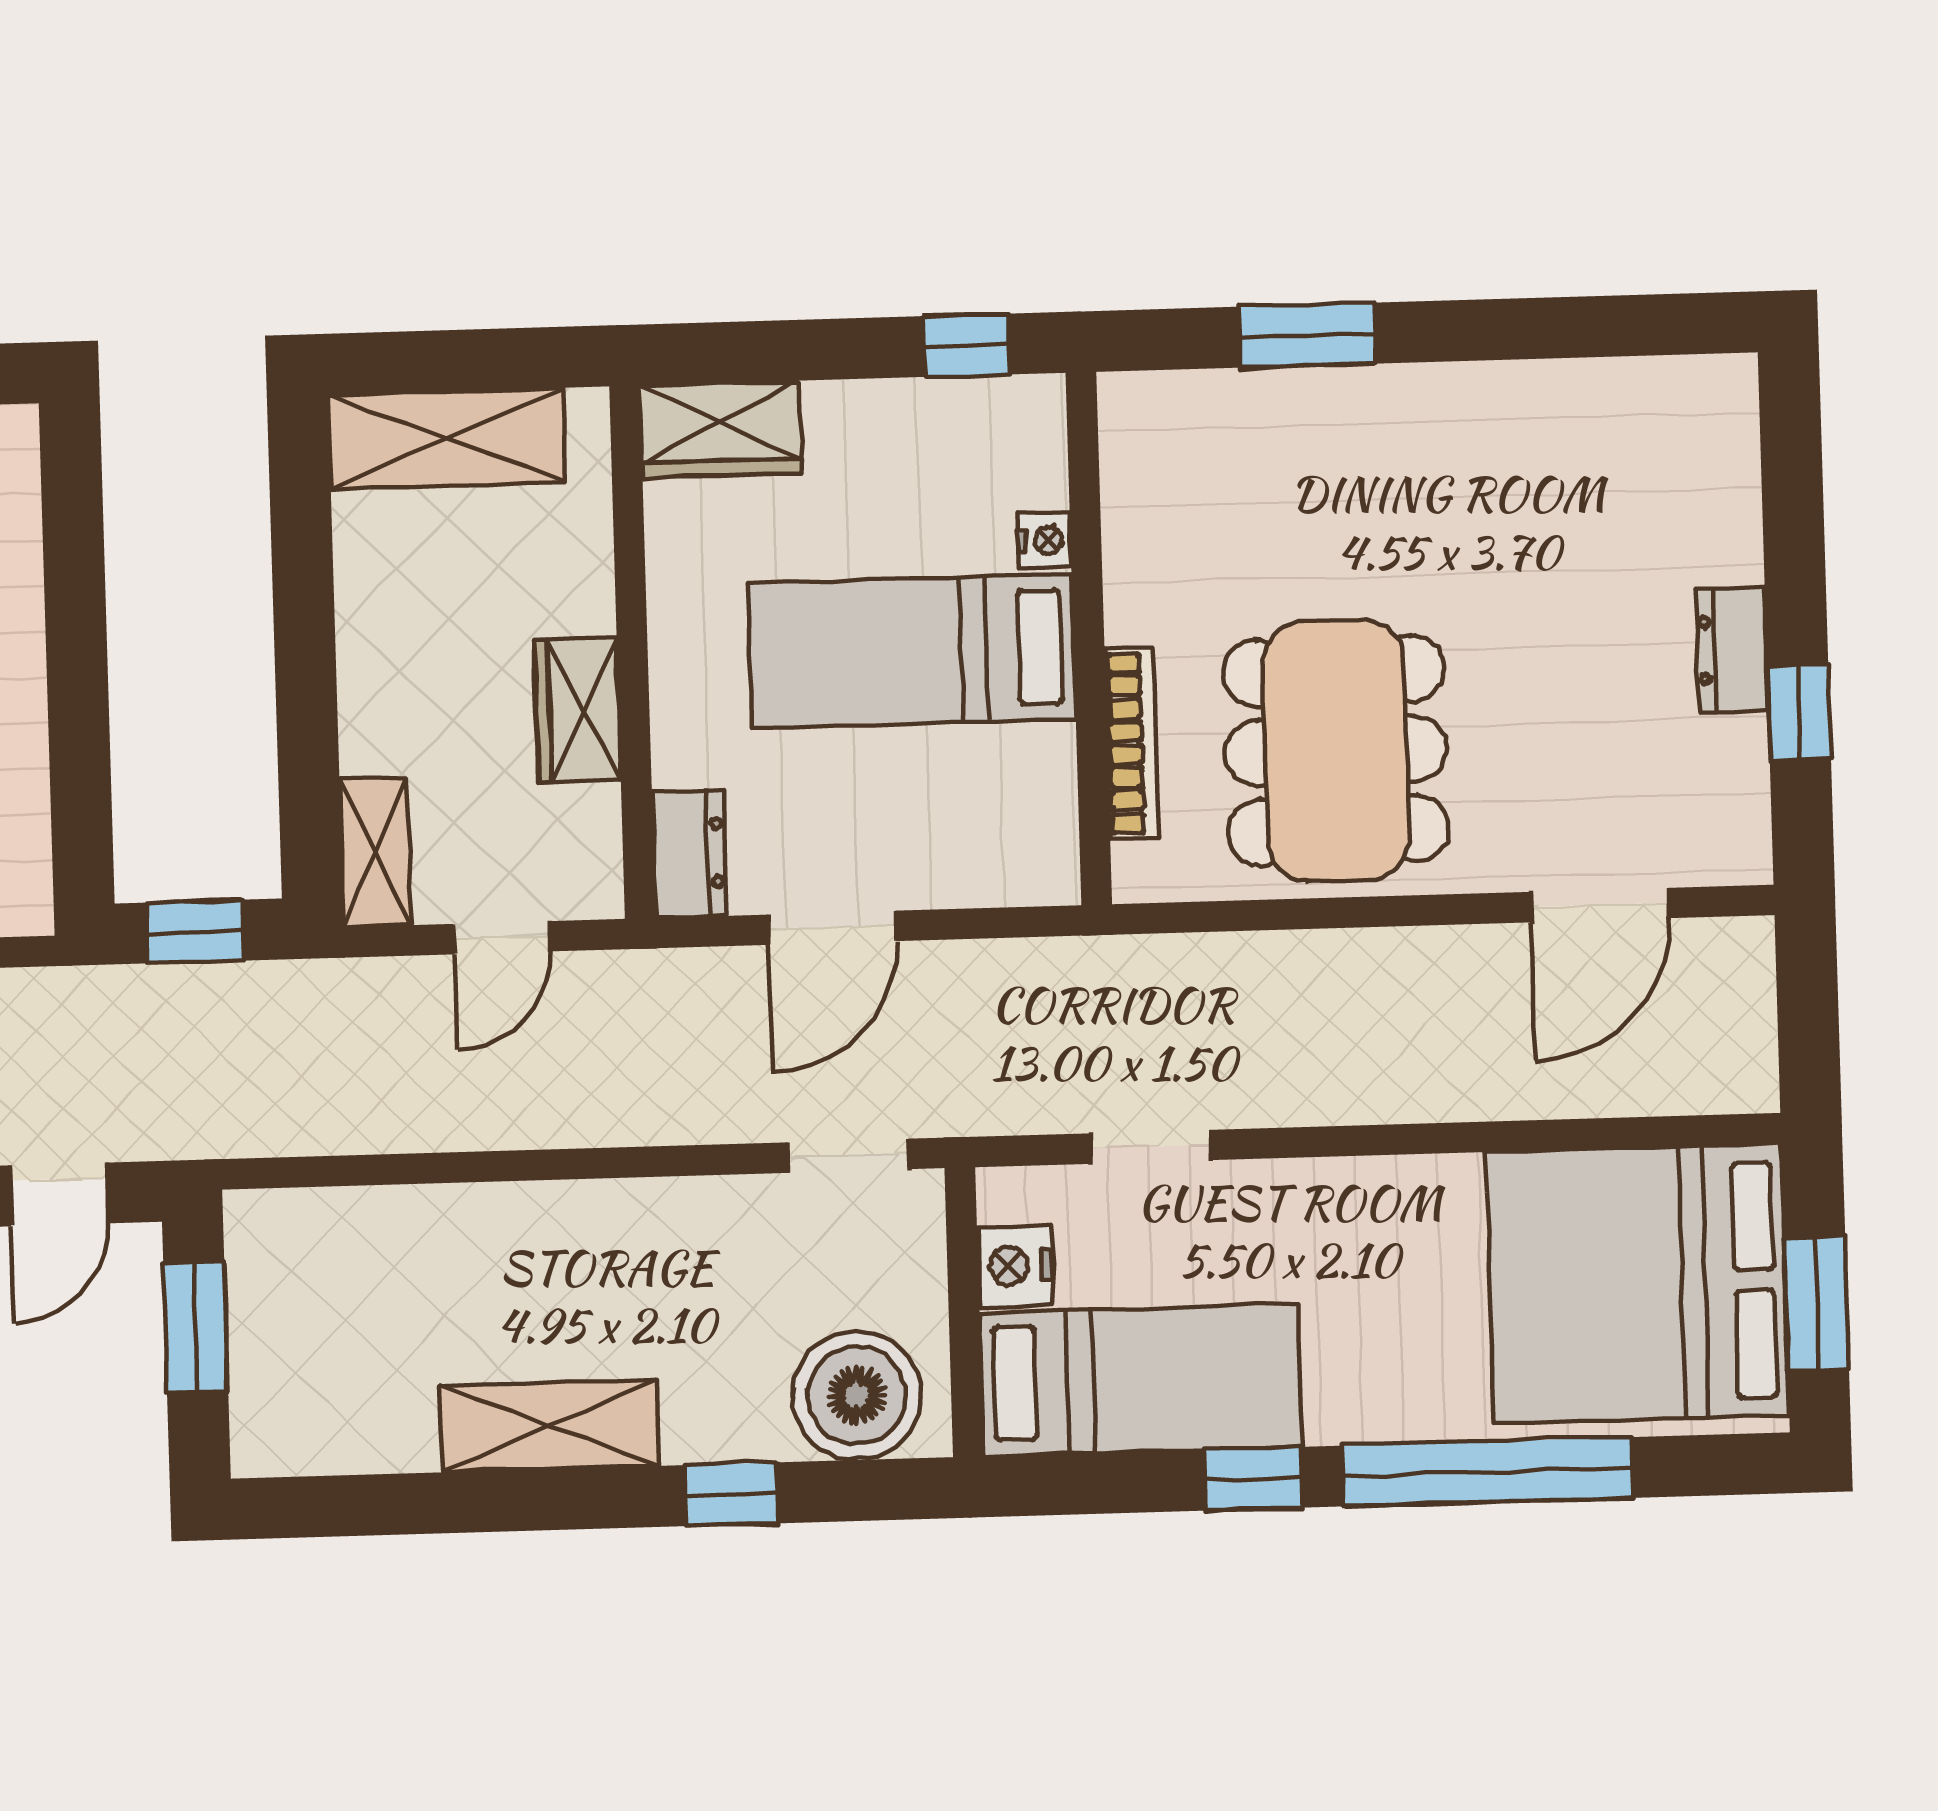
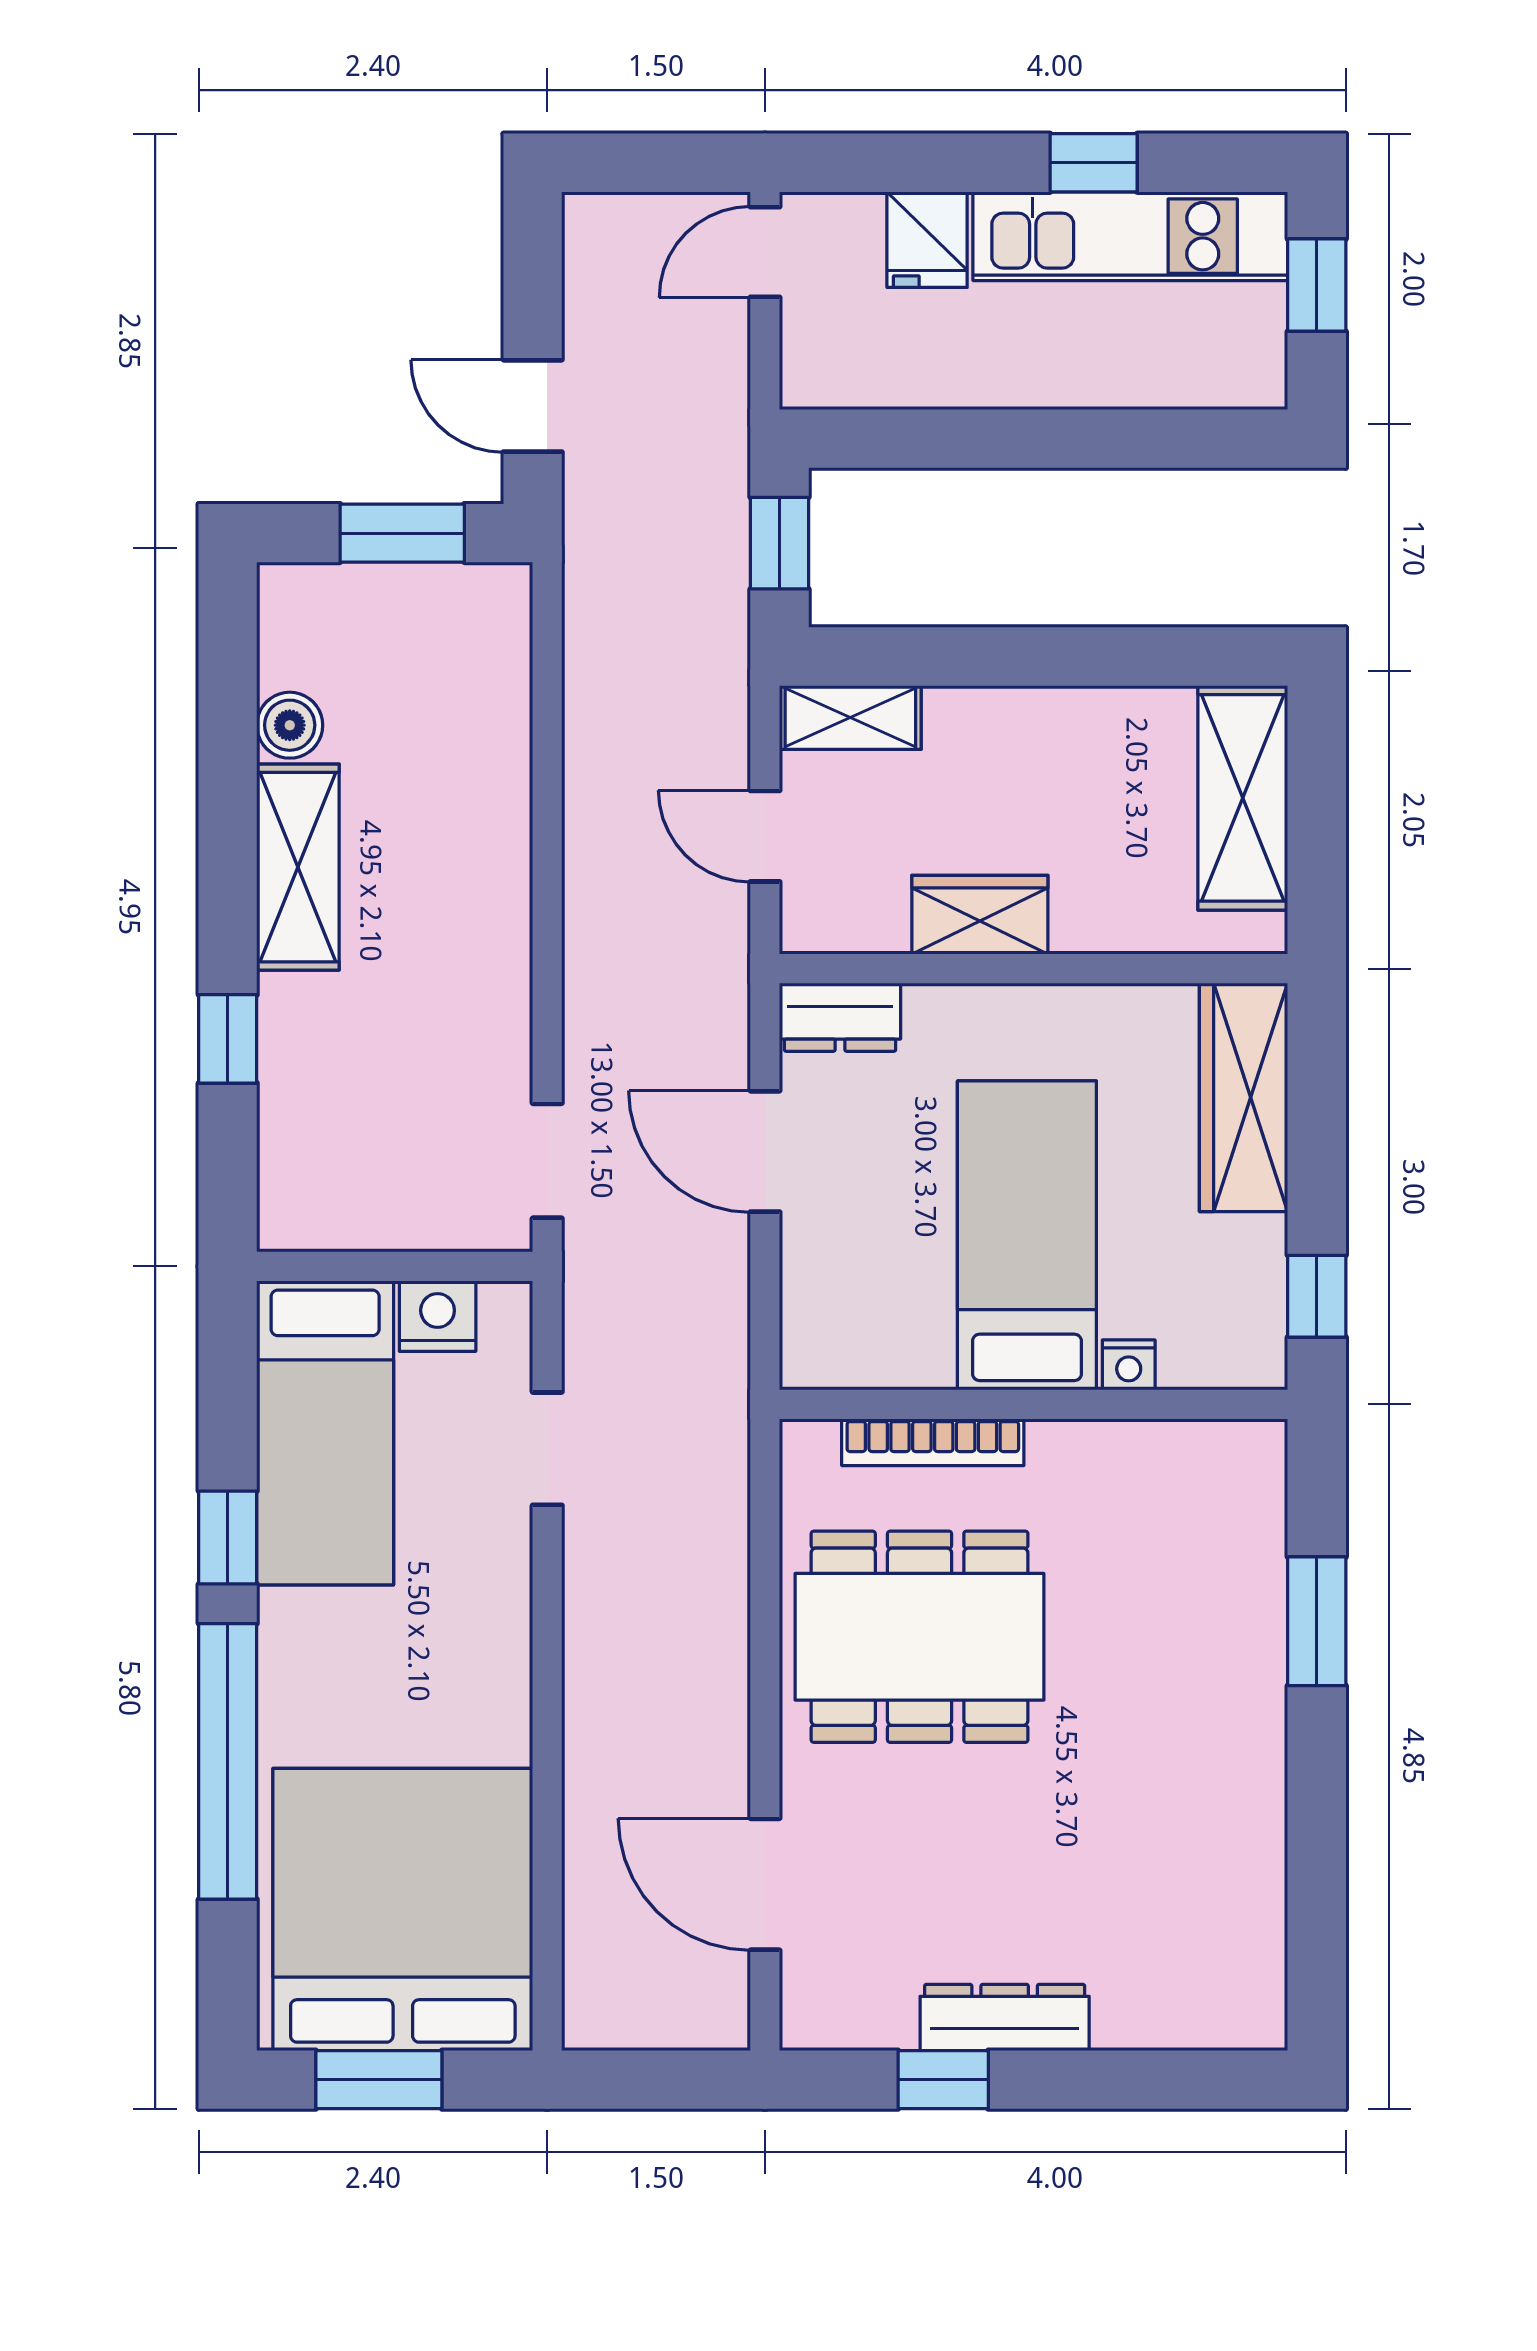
wardrobe: (721, 429) -> (1244, 1097), width x1.50
dresser: (1732, 650) -> (1005, 2017), width x1.44
boiler: (857, 1396) -> (290, 725), moved, width x0.54, depth x0.54

